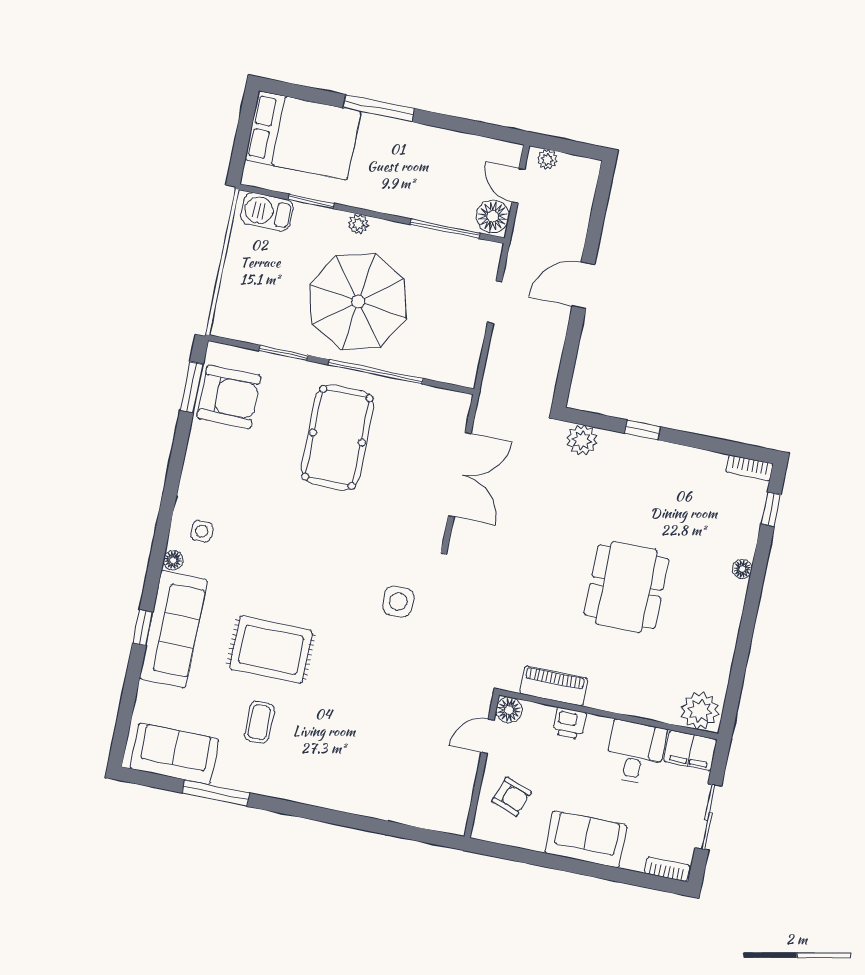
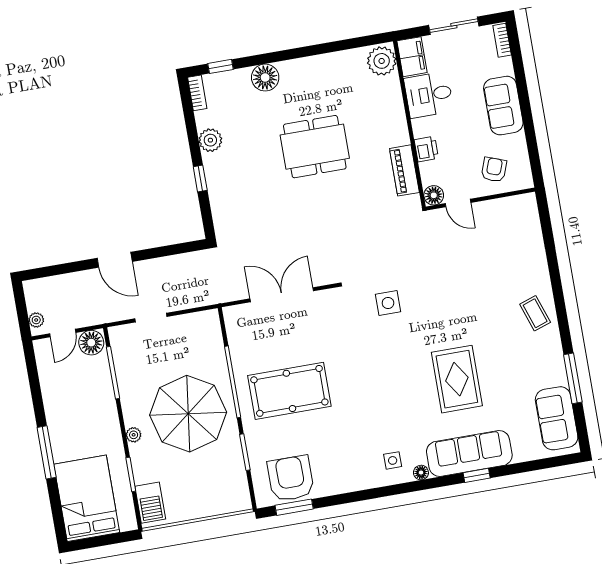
plant: (582, 440) -> (210, 140), moved
floor lamp: (742, 569) -> (265, 78), width x1.89, depth x1.89
coffee table: (259, 722) -> (535, 313), moved, turned 71

